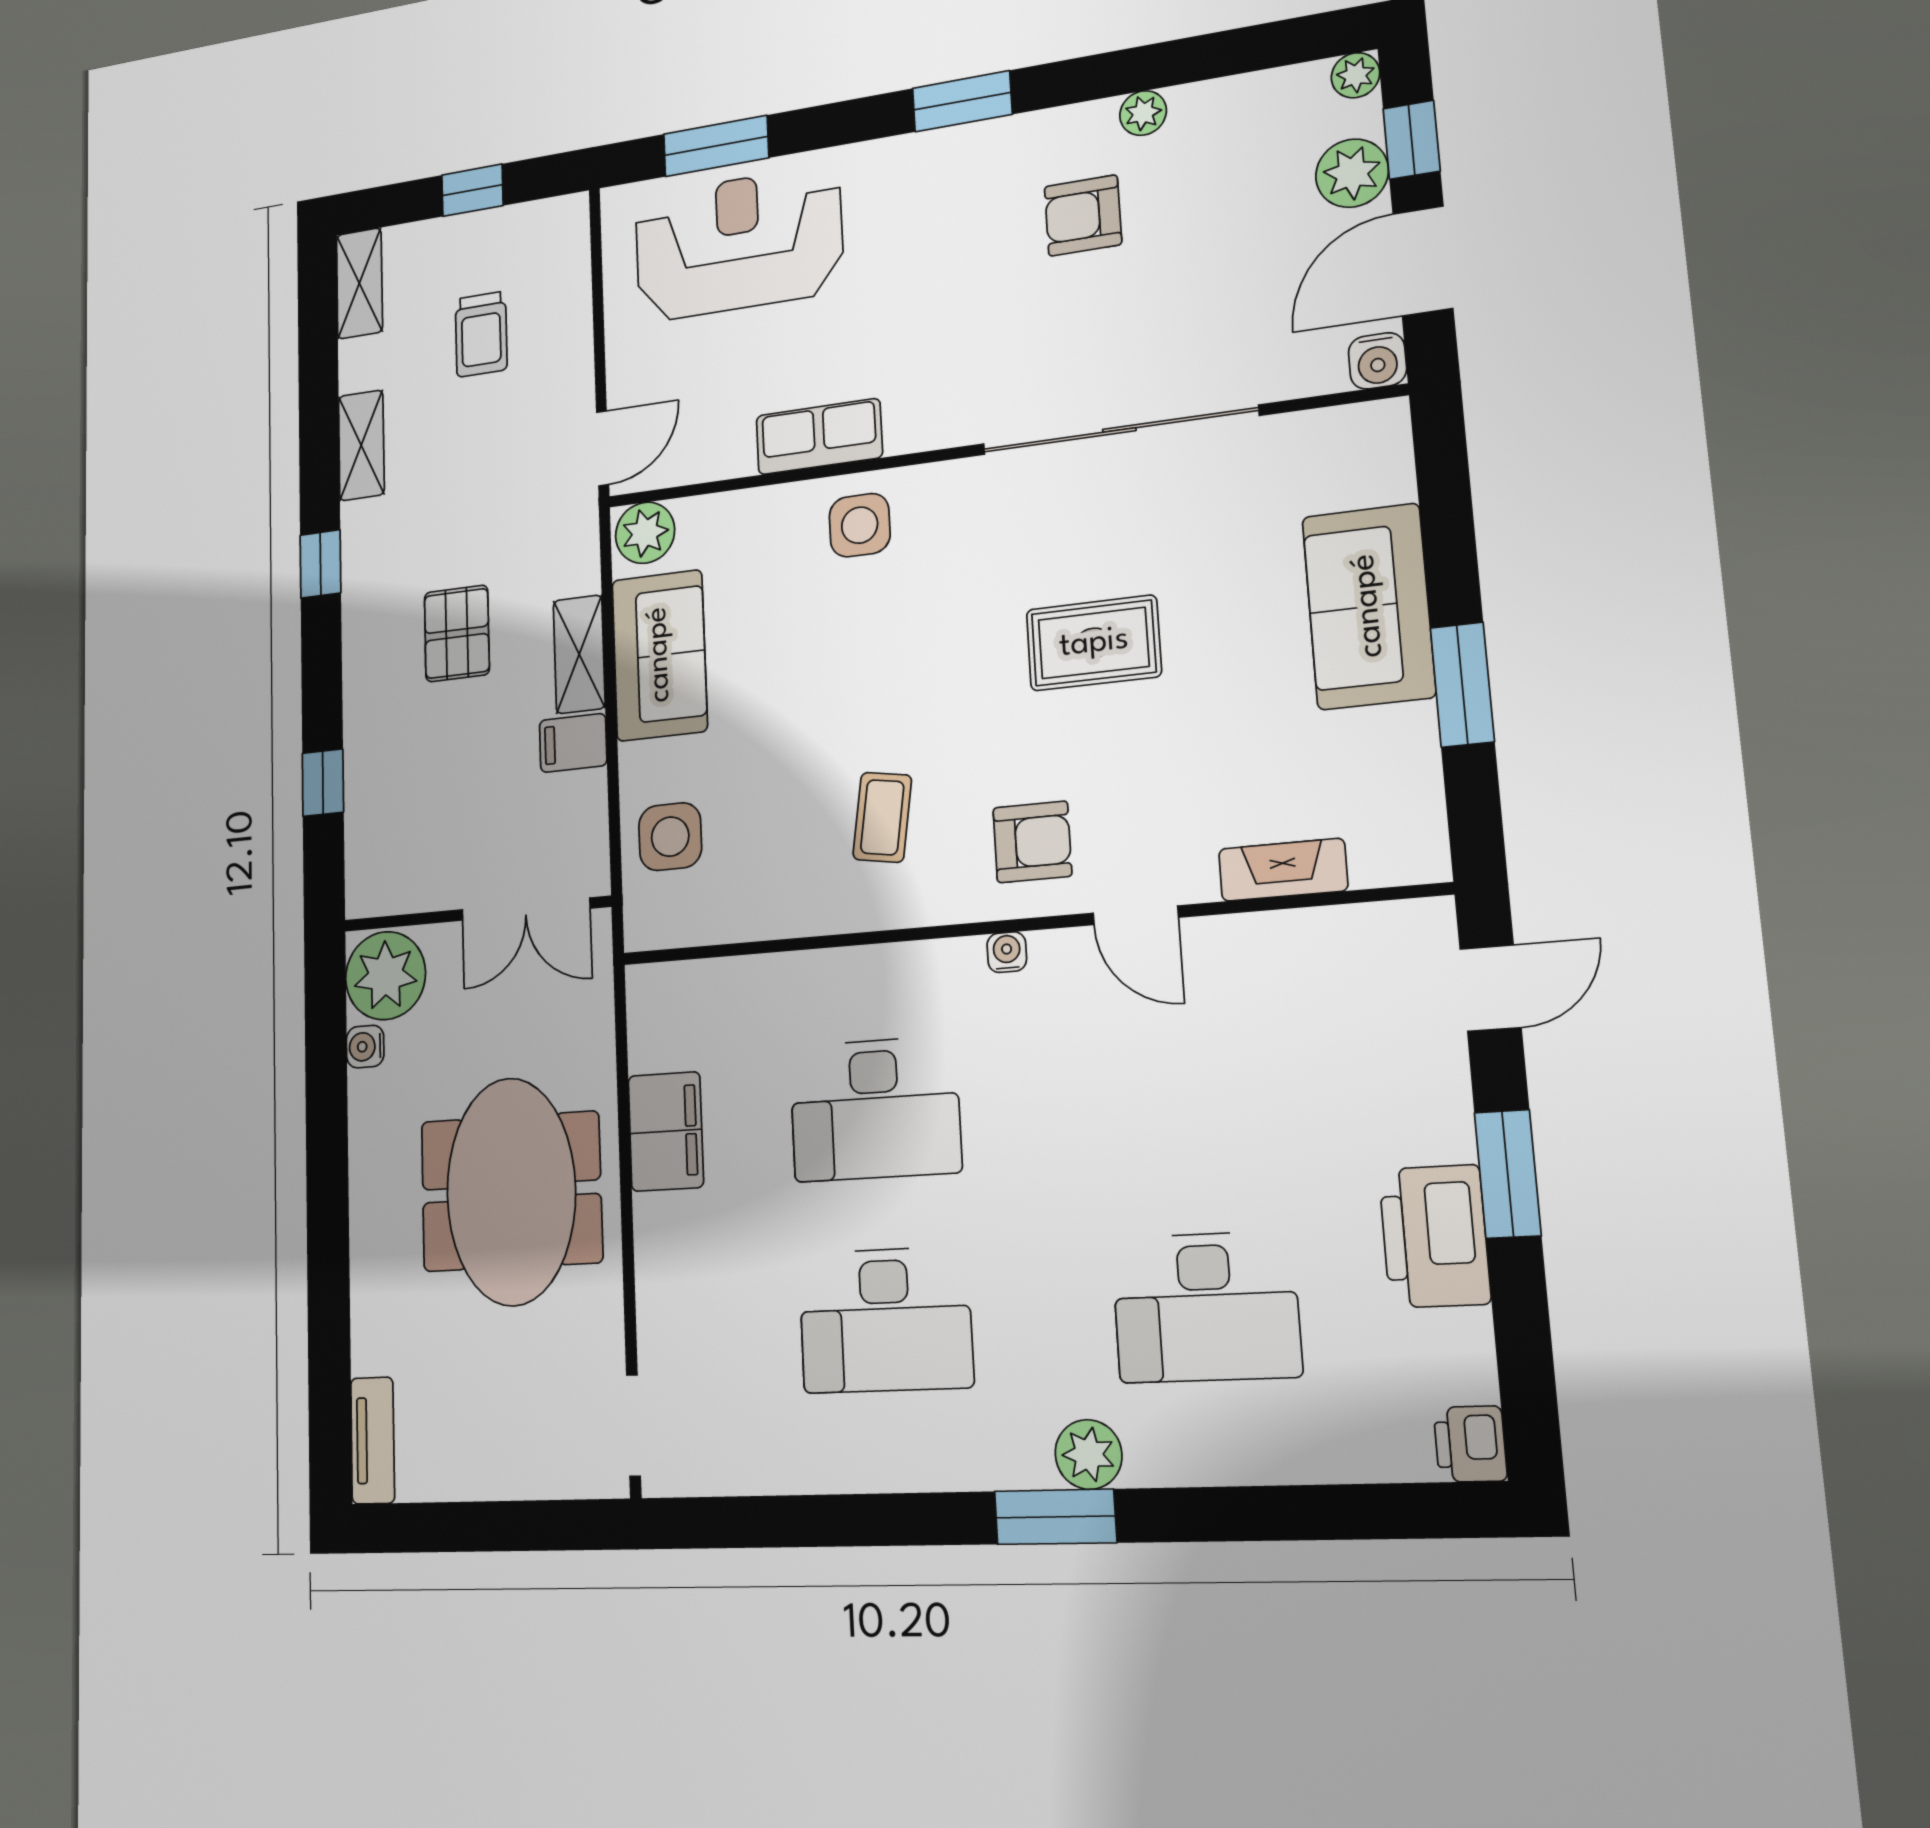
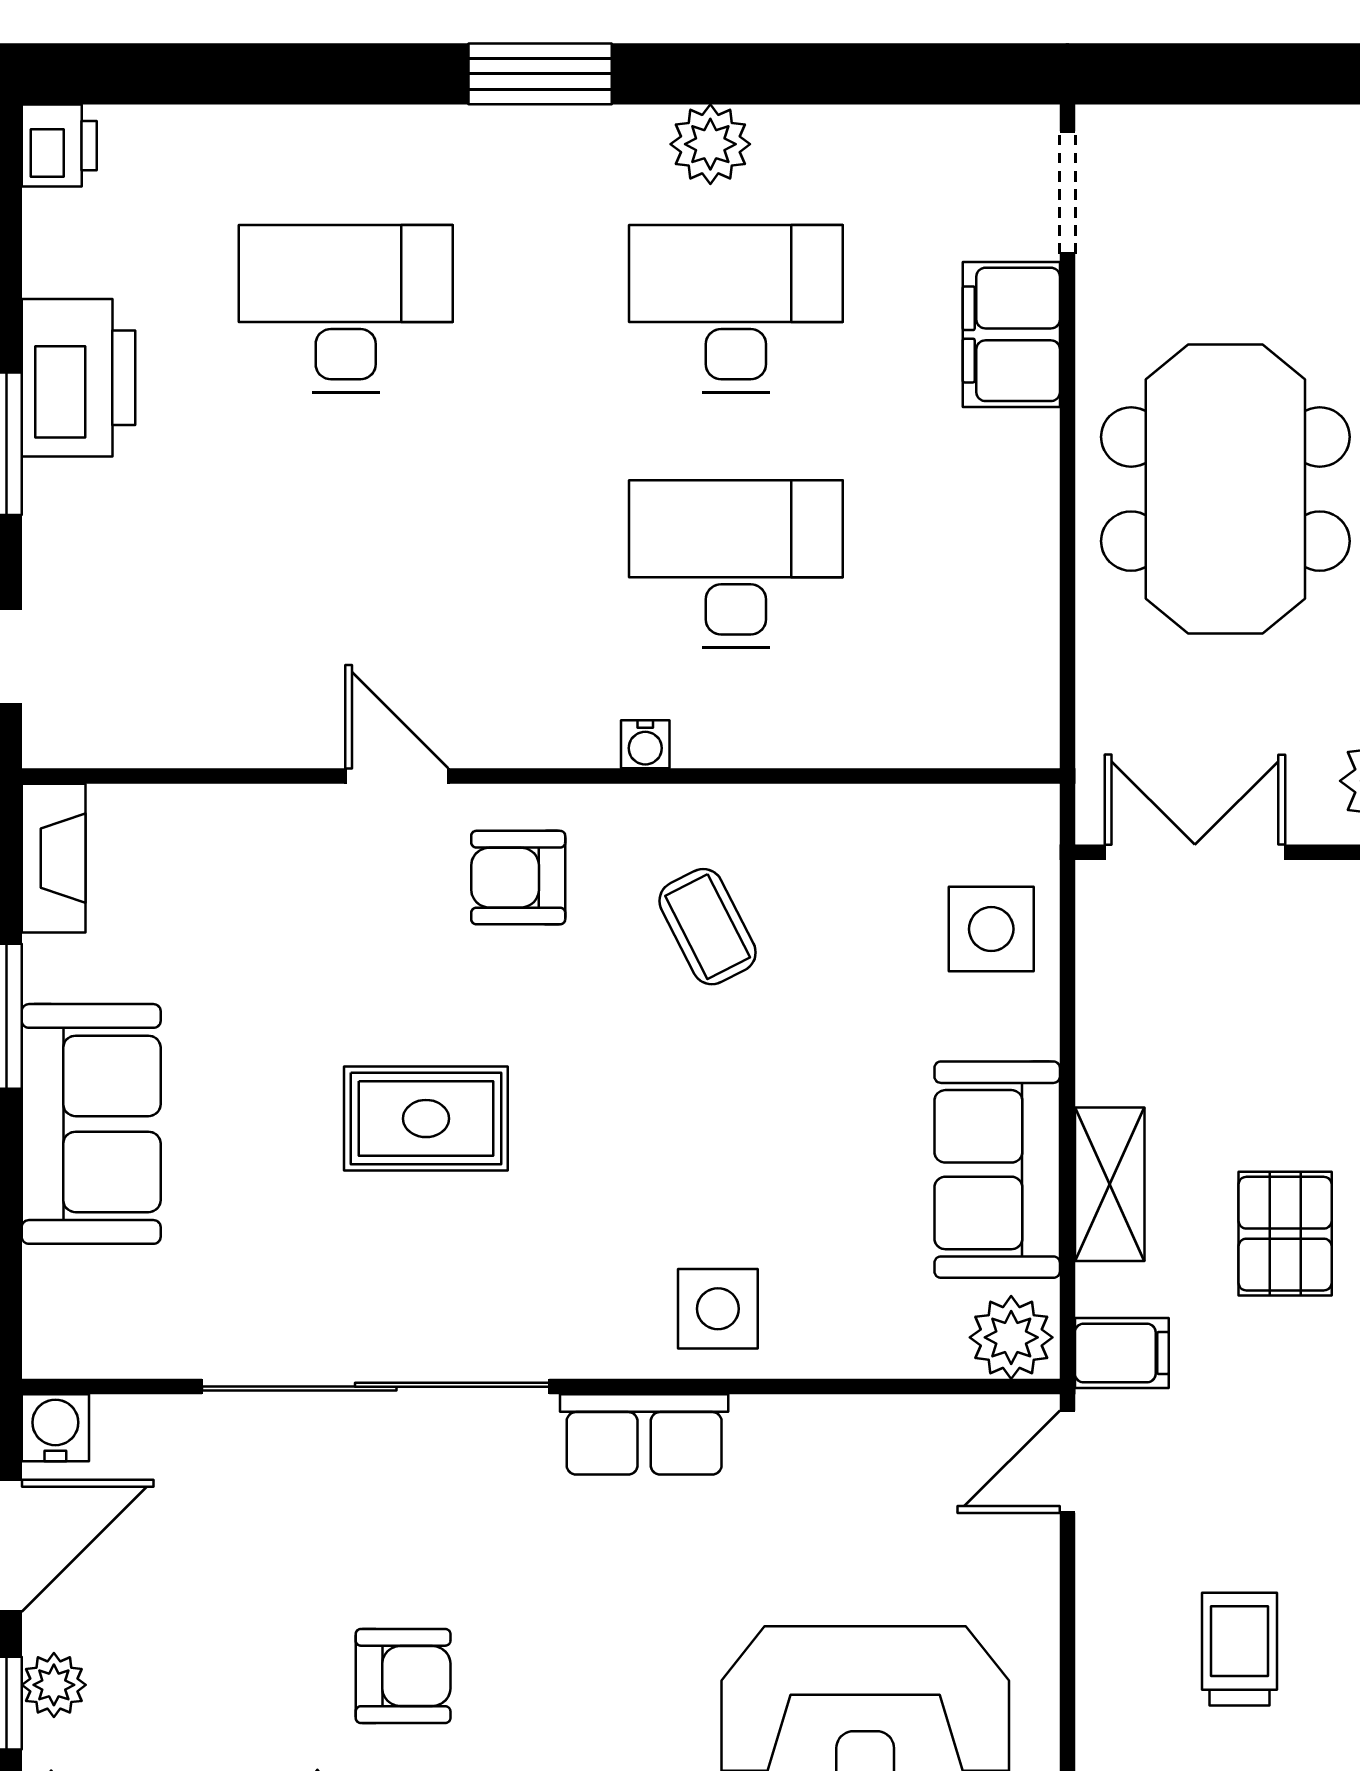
plant: (1352, 173) -> (54, 1685), width x0.73, depth x0.73
row of seats: (819, 437) -> (644, 1434), moved
filing cabinet: (573, 743) -> (1122, 1353), moved
coffee table: (882, 817) -> (708, 927), turned -36
fireplace: (1283, 870) -> (54, 858), moved, turned -90
water cooler: (1007, 952) -> (645, 744), moved
filing cabinet: (666, 1131) -> (1011, 334), moved
plant: (1088, 1454) -> (710, 144), moved

